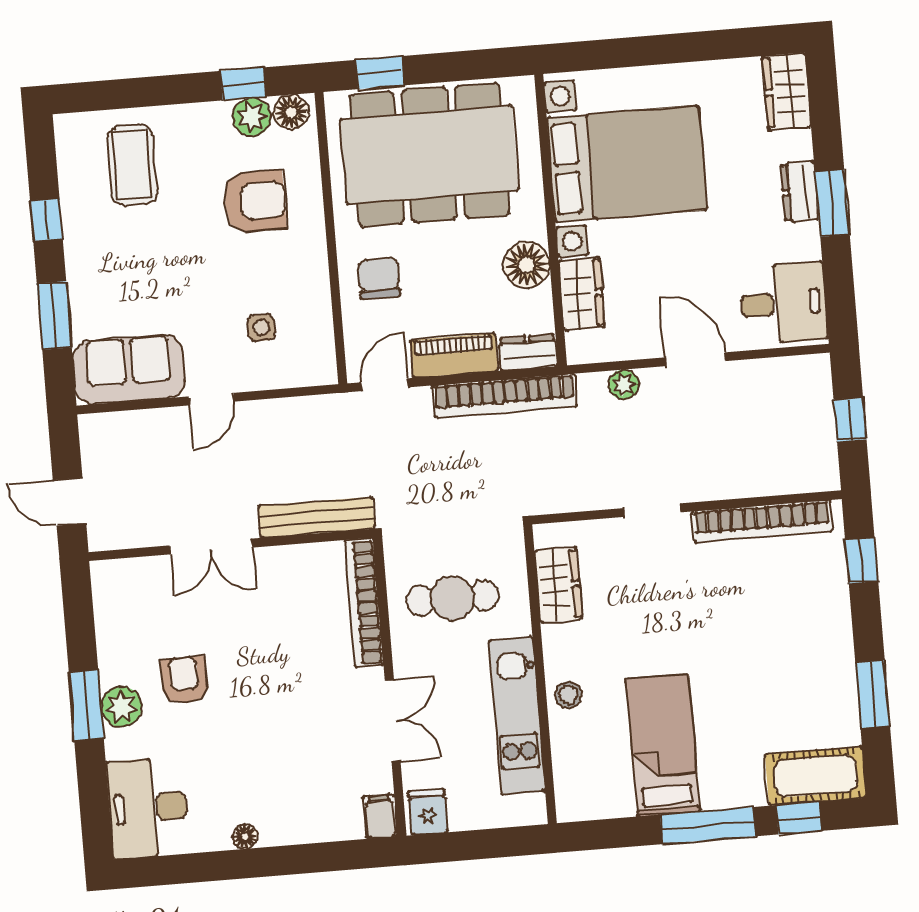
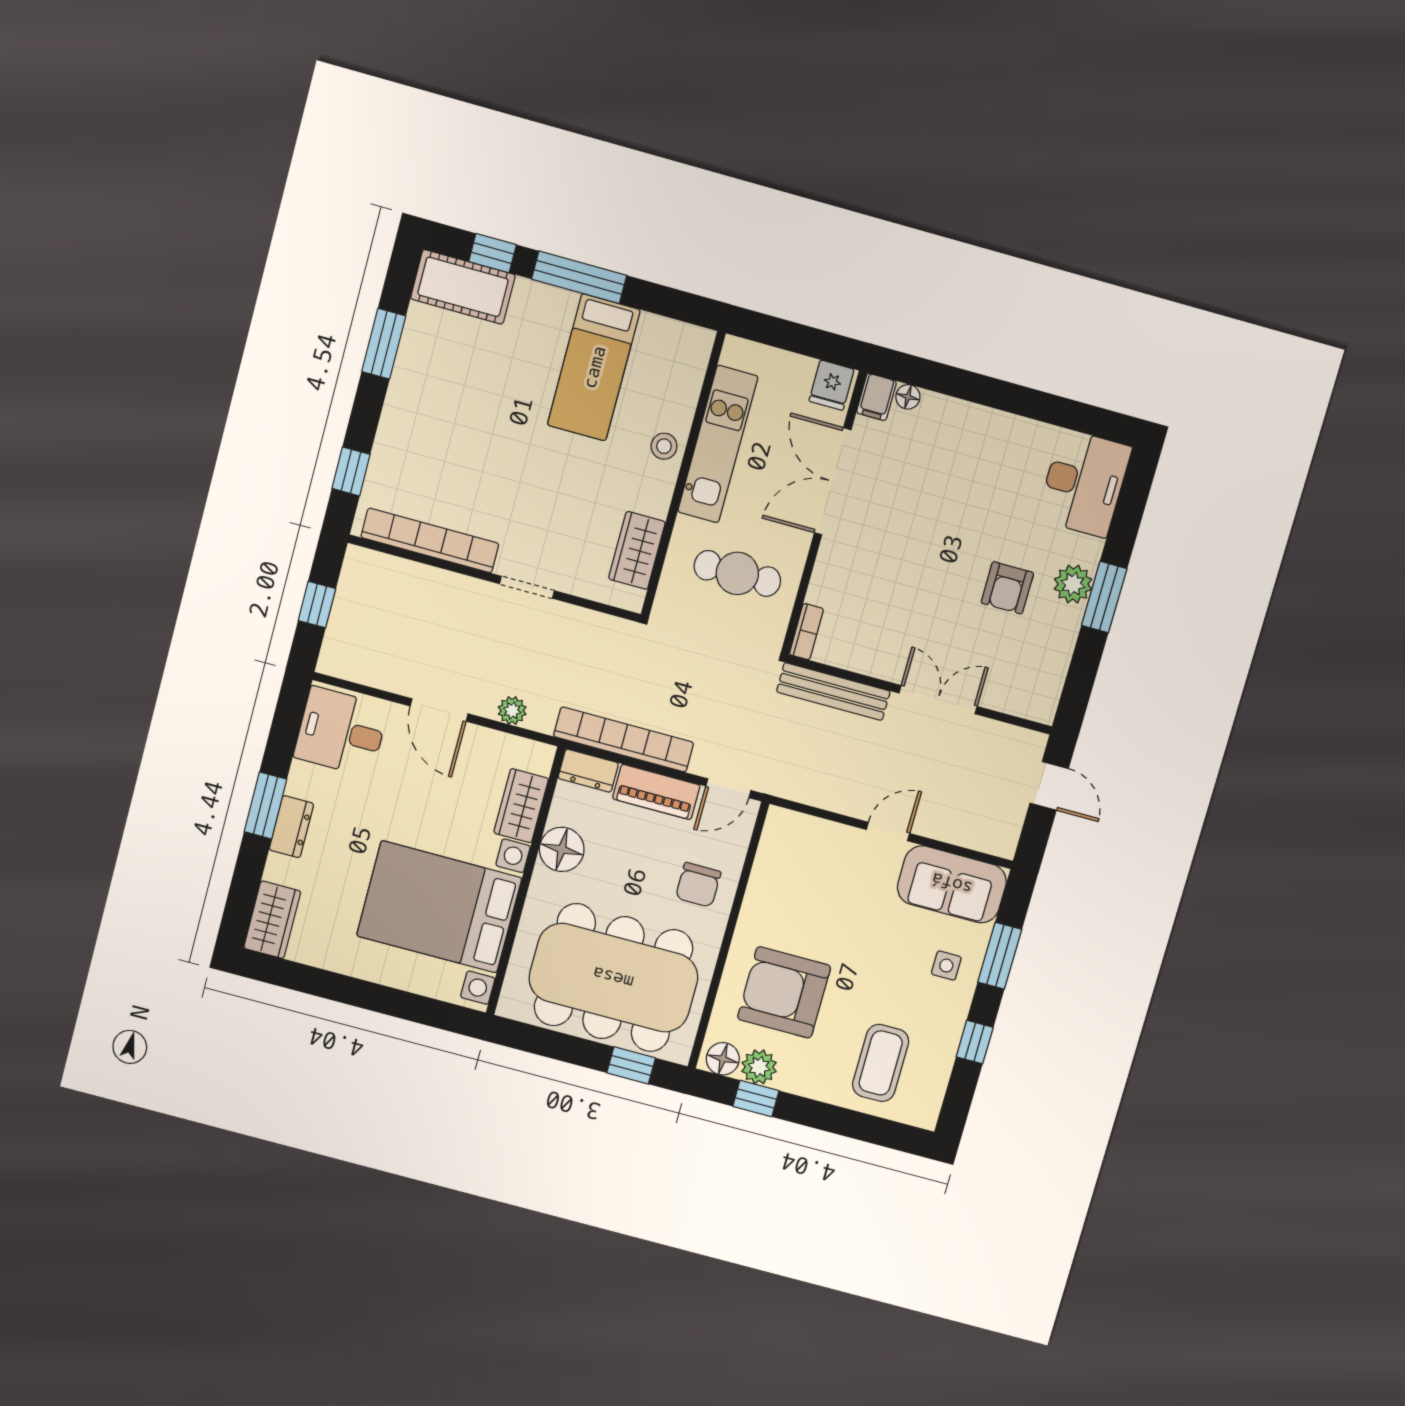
armchair: (255, 201) -> (784, 992), width x1.36, depth x1.36
side table: (261, 328) -> (946, 966), moved
bookcase: (364, 603) -> (806, 632), width x0.43, depth x0.76
double door: (393, 721) -> (833, 481), width x1.37
floor lamp: (245, 836) -> (908, 397), moved

